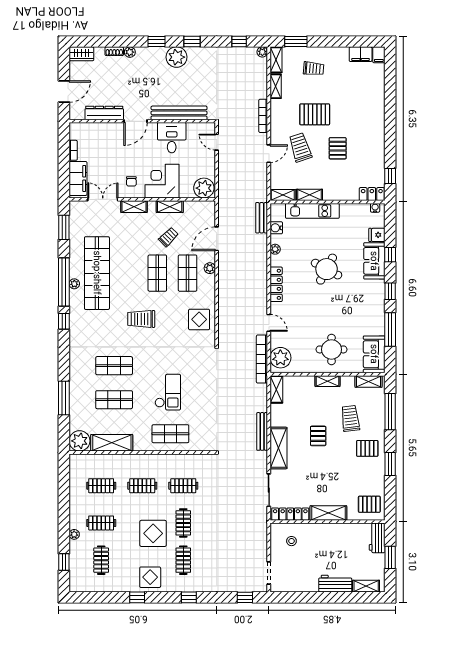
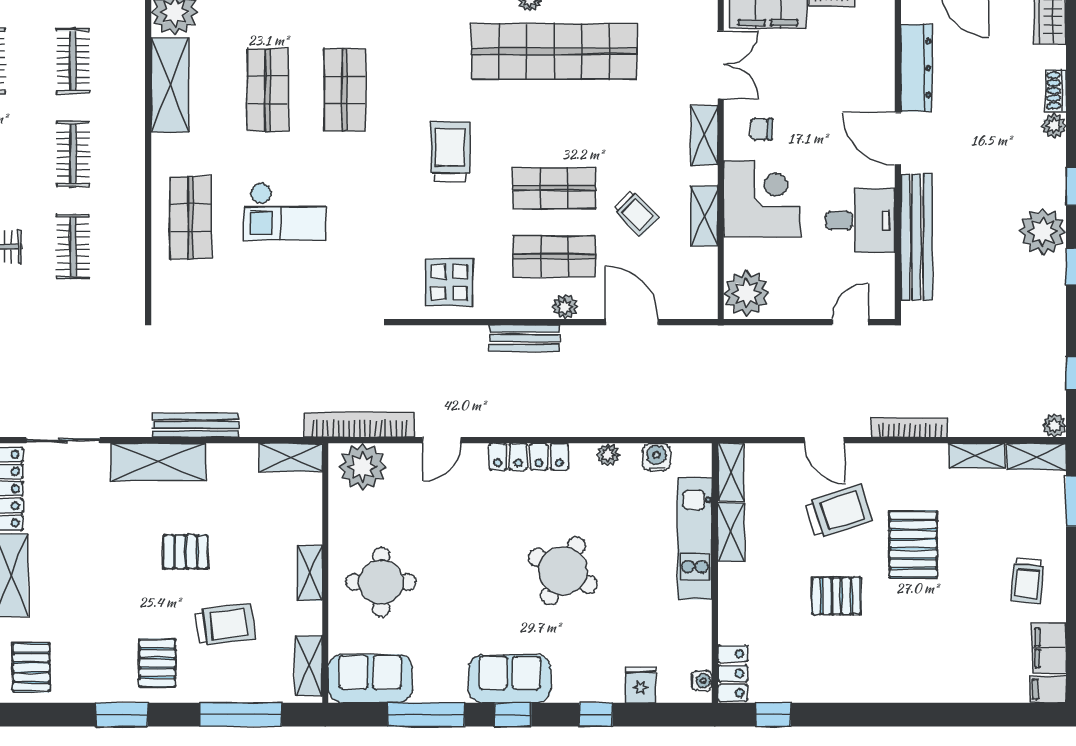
trolley: (314, 69) -> (1027, 580), moved
bench: (262, 218) -> (524, 338), moved
sofa: (374, 261) -> (510, 679), moved

